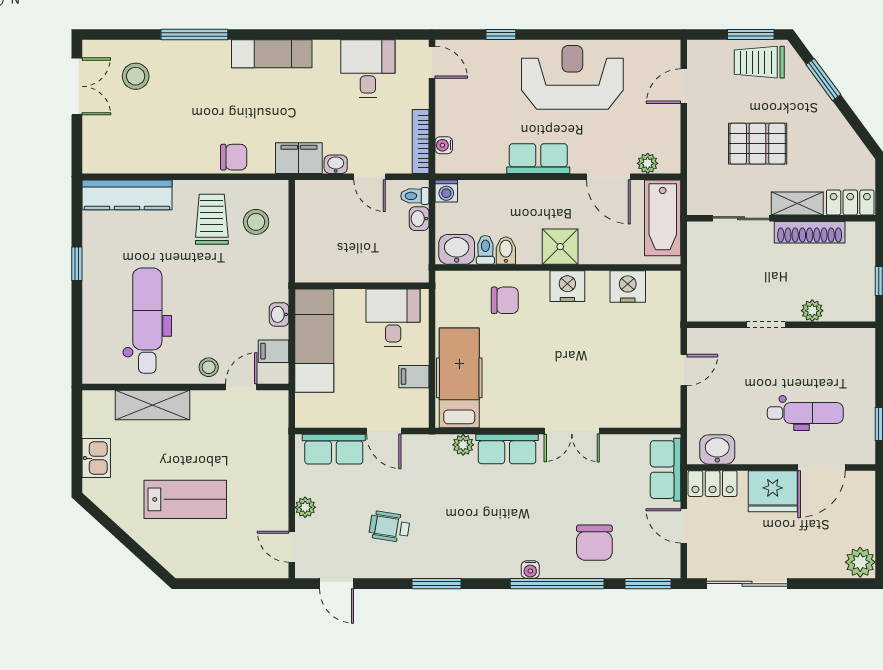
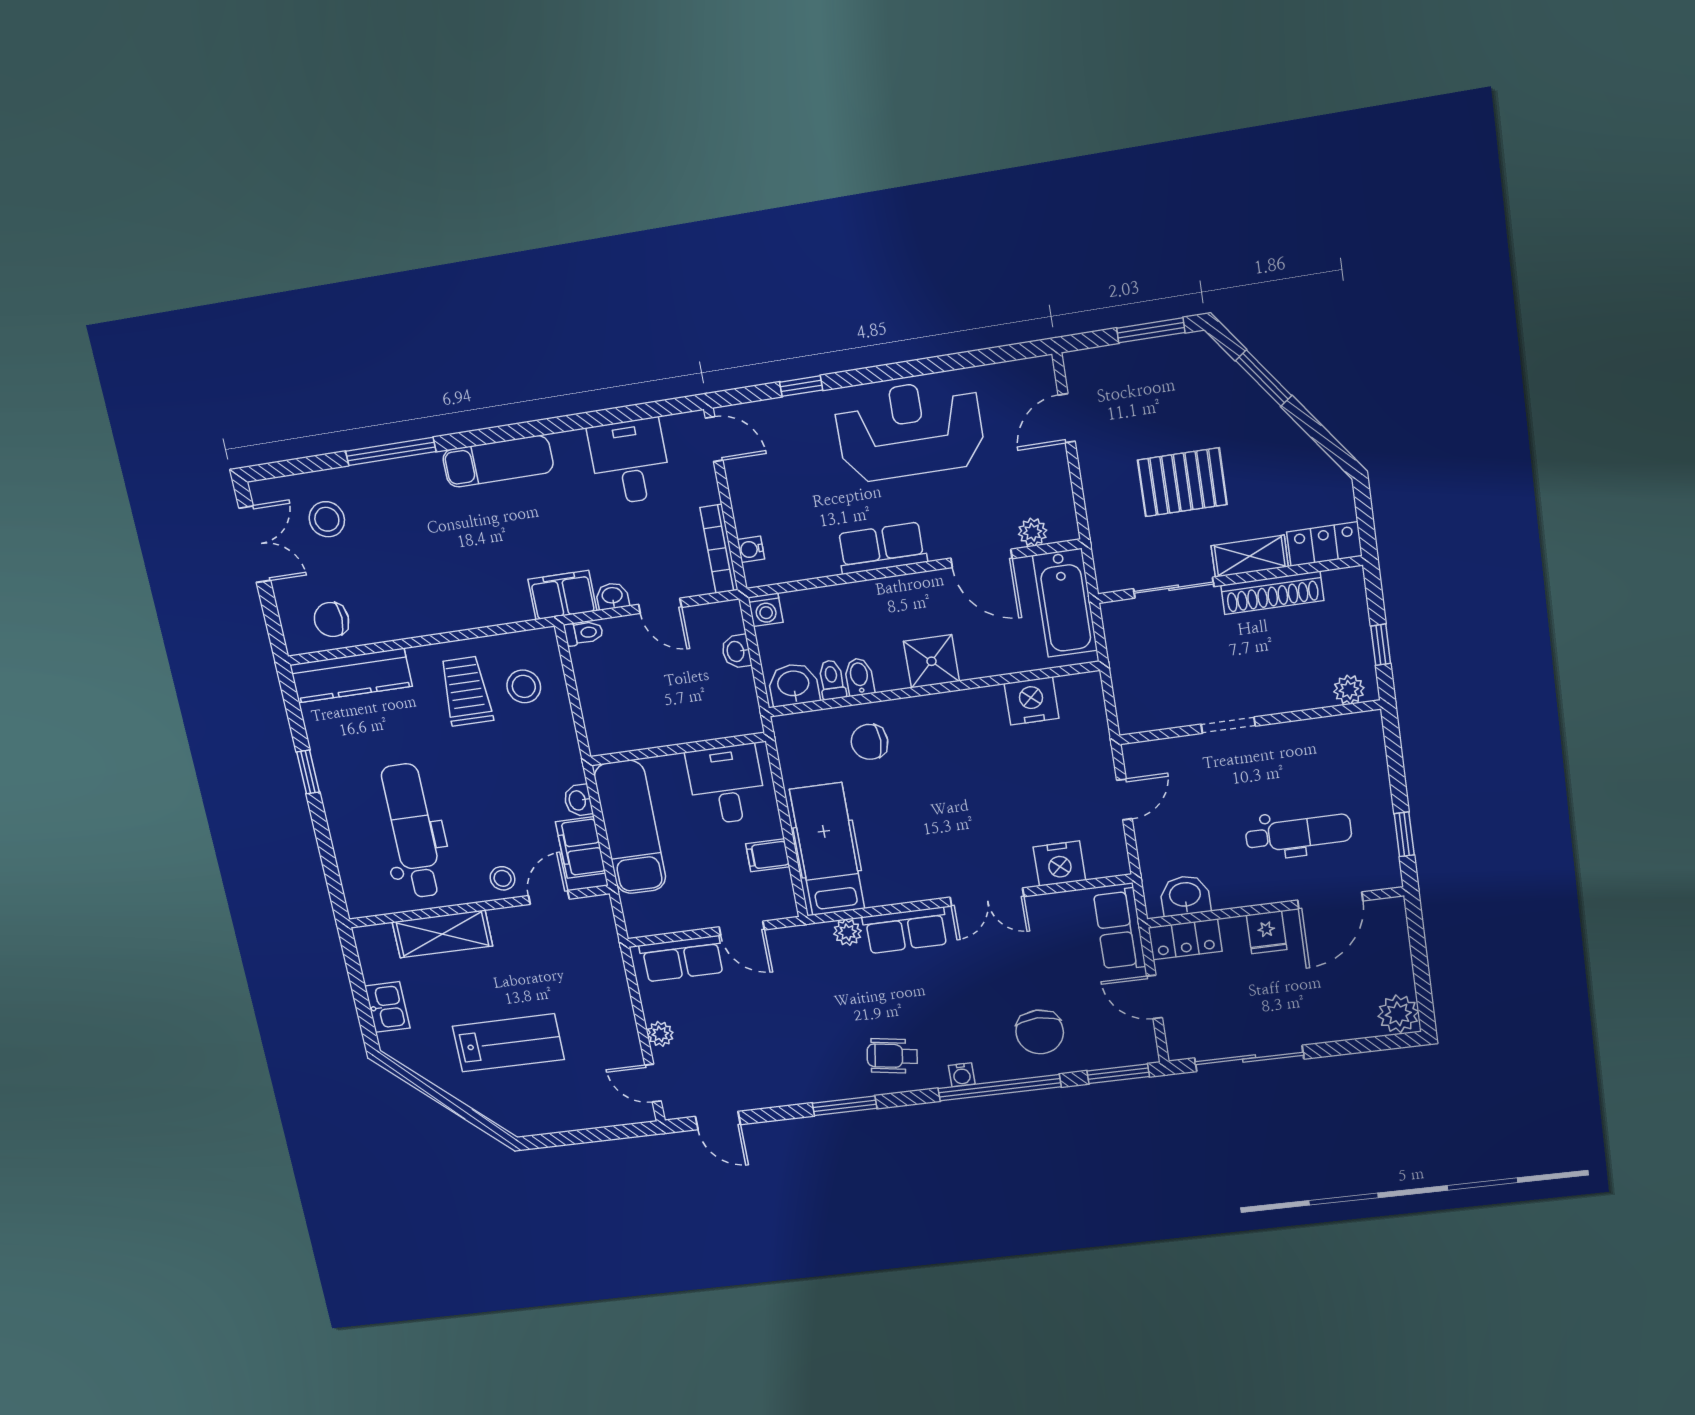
trolley: (759, 62) -> (1169, 368), removed
chair: (234, 157) -> (331, 620), moved, turned 180
toilet: (415, 196) -> (584, 633), moved, turned 180
nightstand: (567, 286) -> (1059, 864), moved, turned 180
chair: (505, 300) -> (869, 742), turned 180
plant: (812, 311) -> (1349, 690), moved
filing cabinet: (274, 351) -> (581, 847), width x2.00
fridge: (773, 491) -> (1267, 932), width x0.53, depth x0.75
wheelchair: (389, 527) -> (892, 1056), moved

